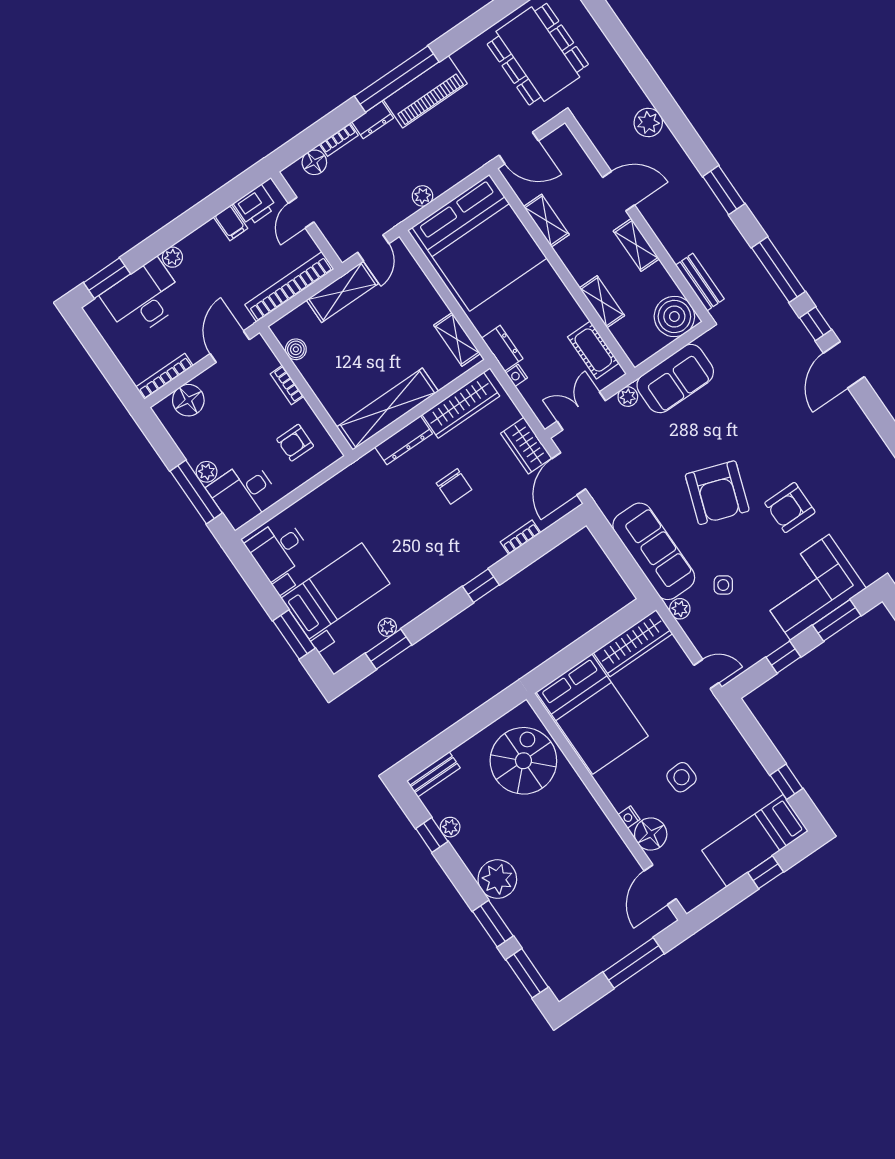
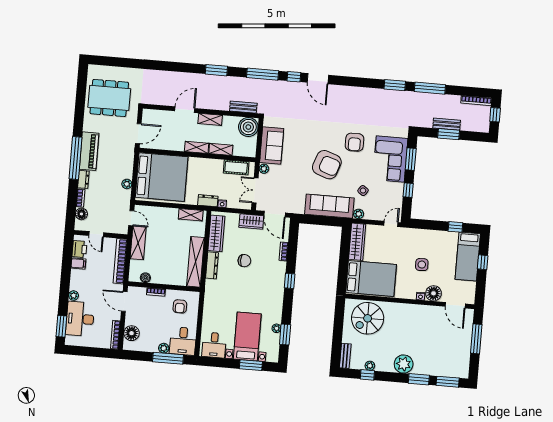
plant: (648, 123) -> (168, 78), removed
shelving: (546, 221) -> (197, 147), moved
spiral stairs: (523, 761) -> (368, 318), turned -90

